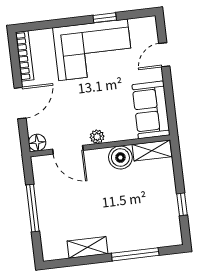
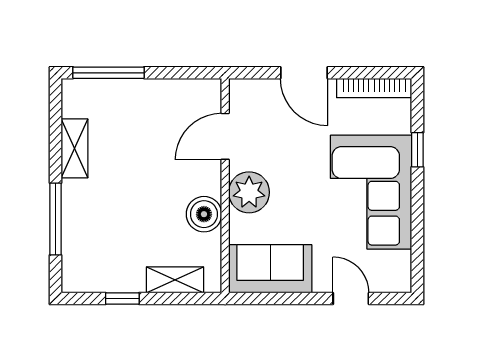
window: (105, 18) -> (417, 150), moved
plant: (97, 137) -> (249, 192), width x1.87, depth x1.87
floor lamp: (37, 143) -> (241, 91), removed
shelving: (152, 151) -> (175, 280), moved, turned 90
window: (33, 208) -> (109, 73), moved

